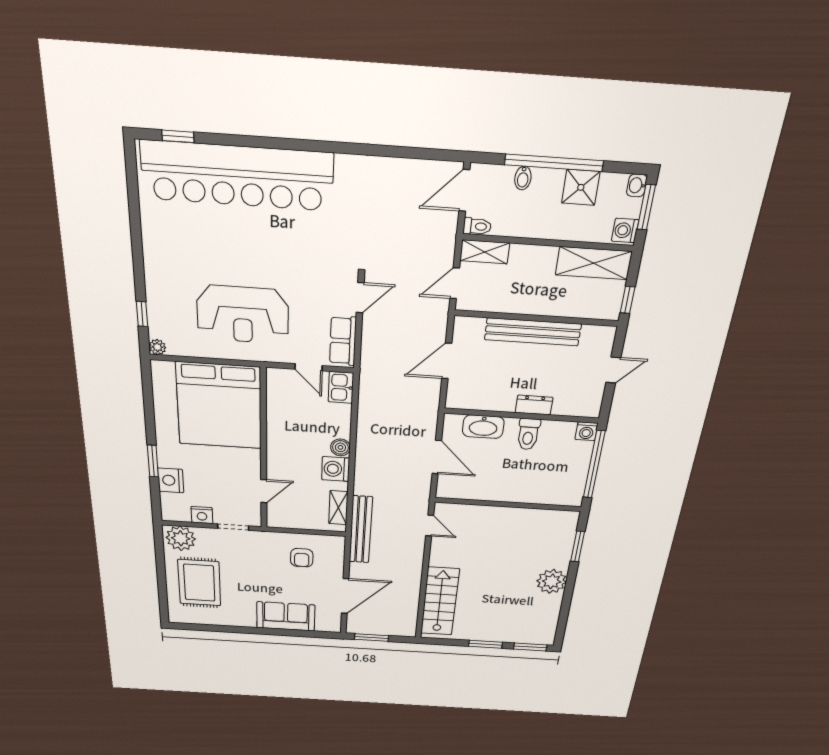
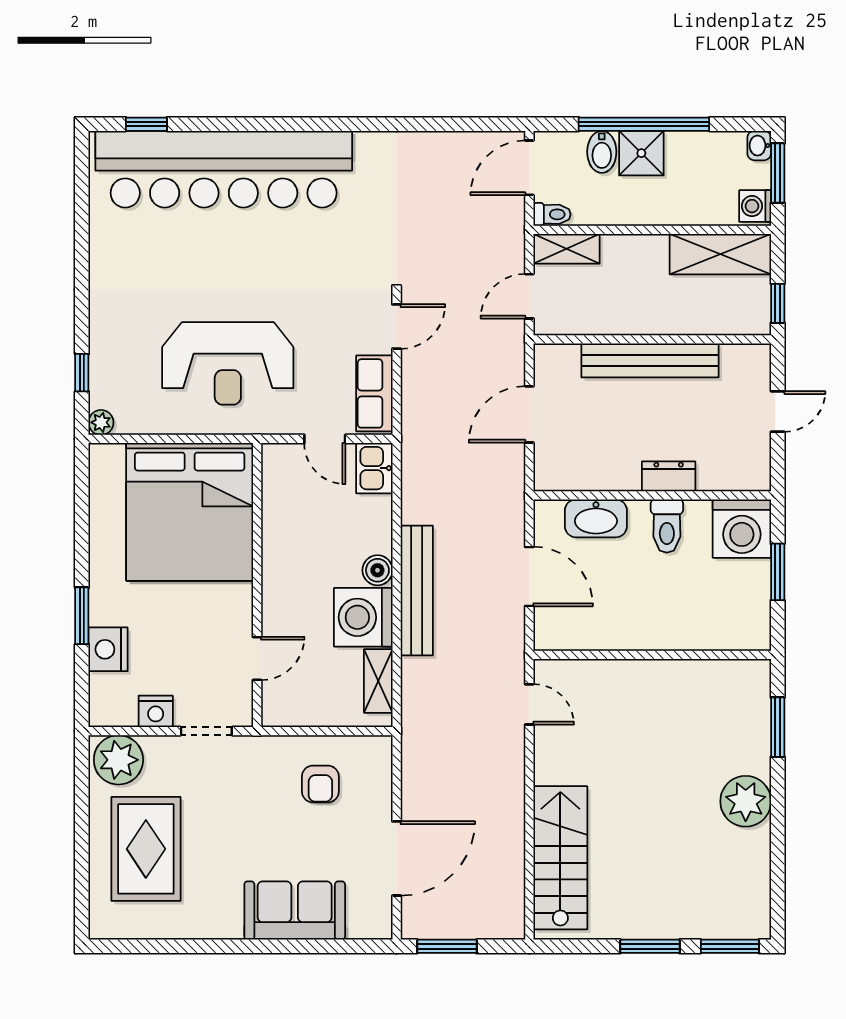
bidet: (523, 178) -> (602, 152), width x1.38, depth x1.36
shower: (581, 187) -> (641, 153), moved
washing machine: (586, 431) -> (742, 529), width x1.89, depth x1.89
window: (594, 465) -> (778, 572), width x0.47
washing machine: (336, 469) -> (363, 617), width x1.37, depth x1.37
bench: (361, 530) -> (417, 591), moved

